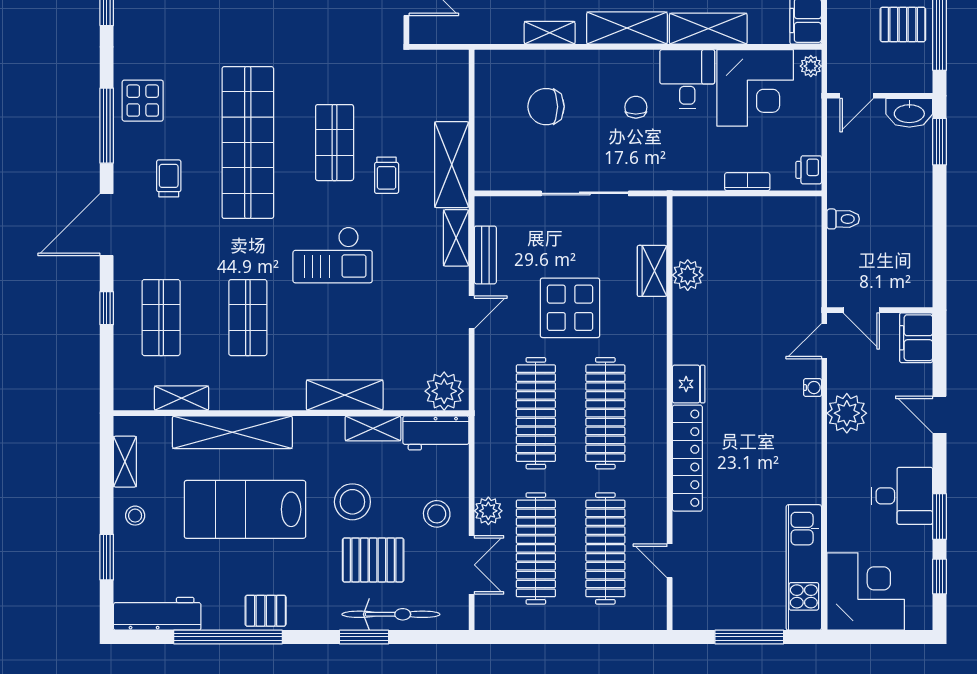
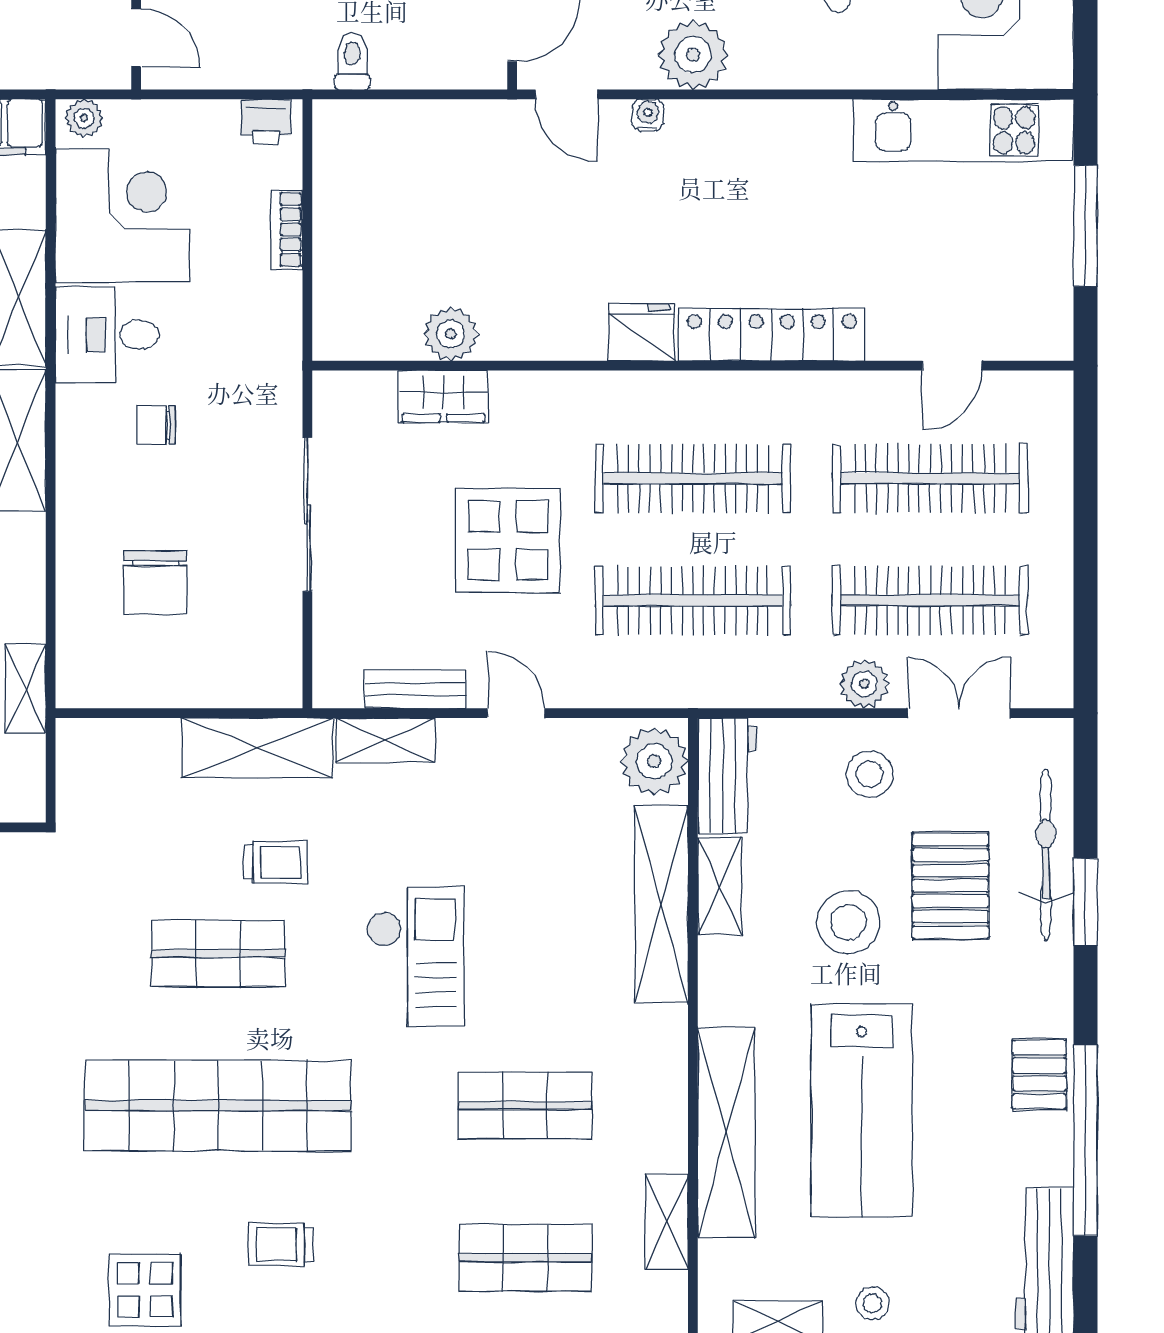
shelving: (550, 33) -> (26, 689), moved
shelving: (345, 395) -> (661, 904), width x1.47

